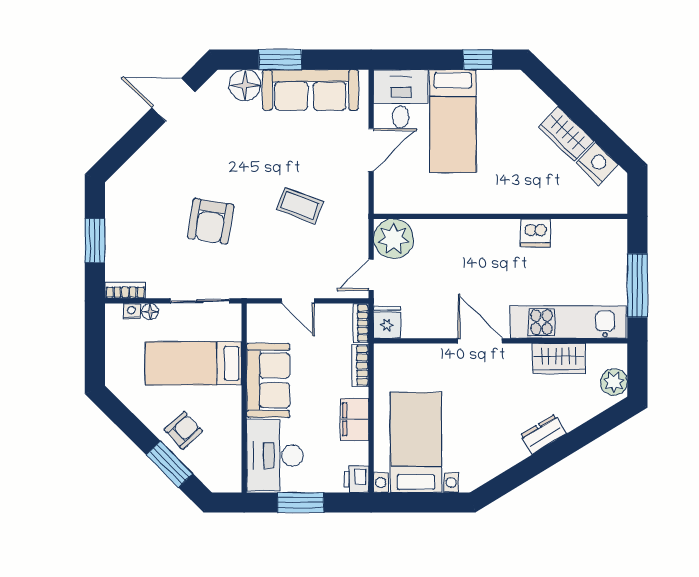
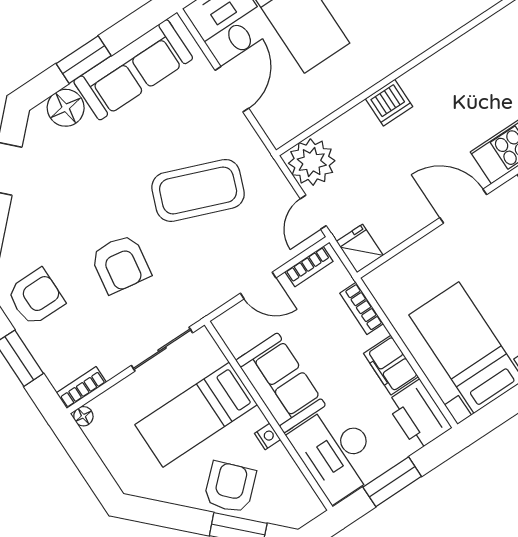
armchair: (135, 205) -> (36, 297), added
coffee table: (300, 206) -> (198, 190), width x1.86, depth x1.72
dishwasher: (535, 233) -> (389, 103), moved
nightstand: (132, 311) -> (268, 436), moved, turned 90
floor lamp: (150, 312) -> (83, 416), moved
bookcase: (361, 323) -> (309, 266), moved, turned -90
armchair: (183, 430) -> (230, 487), width x1.38, depth x1.38
printer: (356, 479) -> (419, 415), width x1.87, depth x1.48

